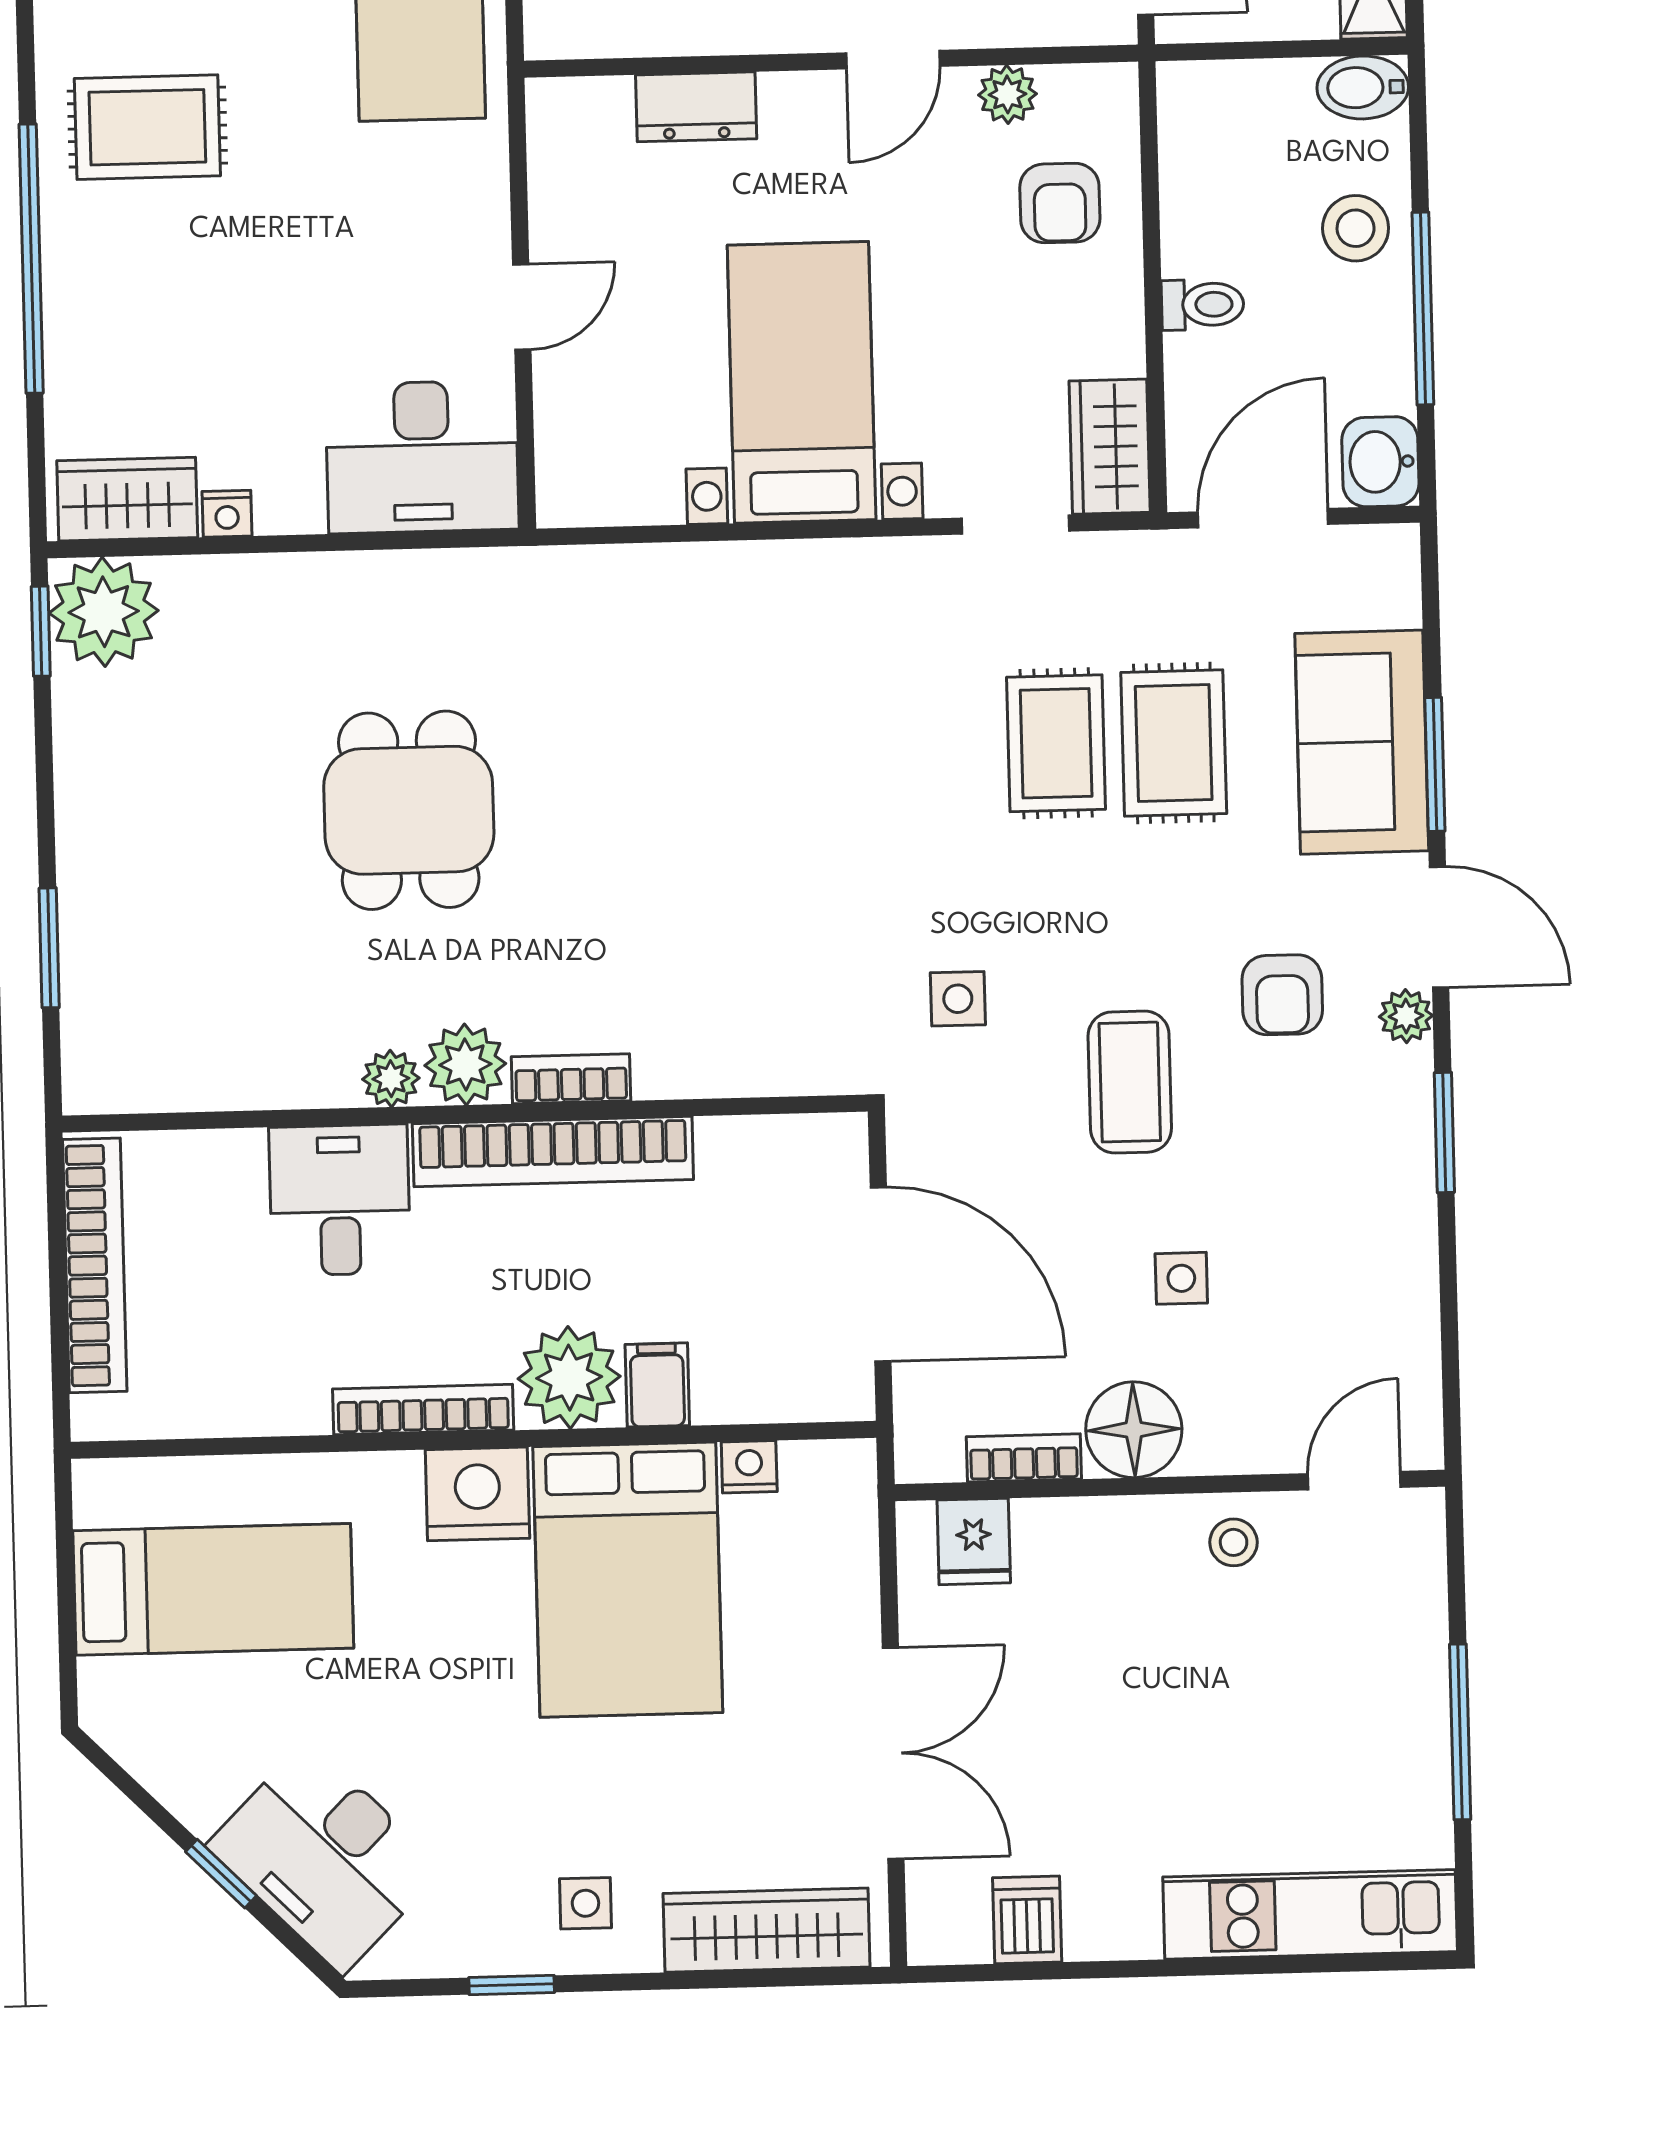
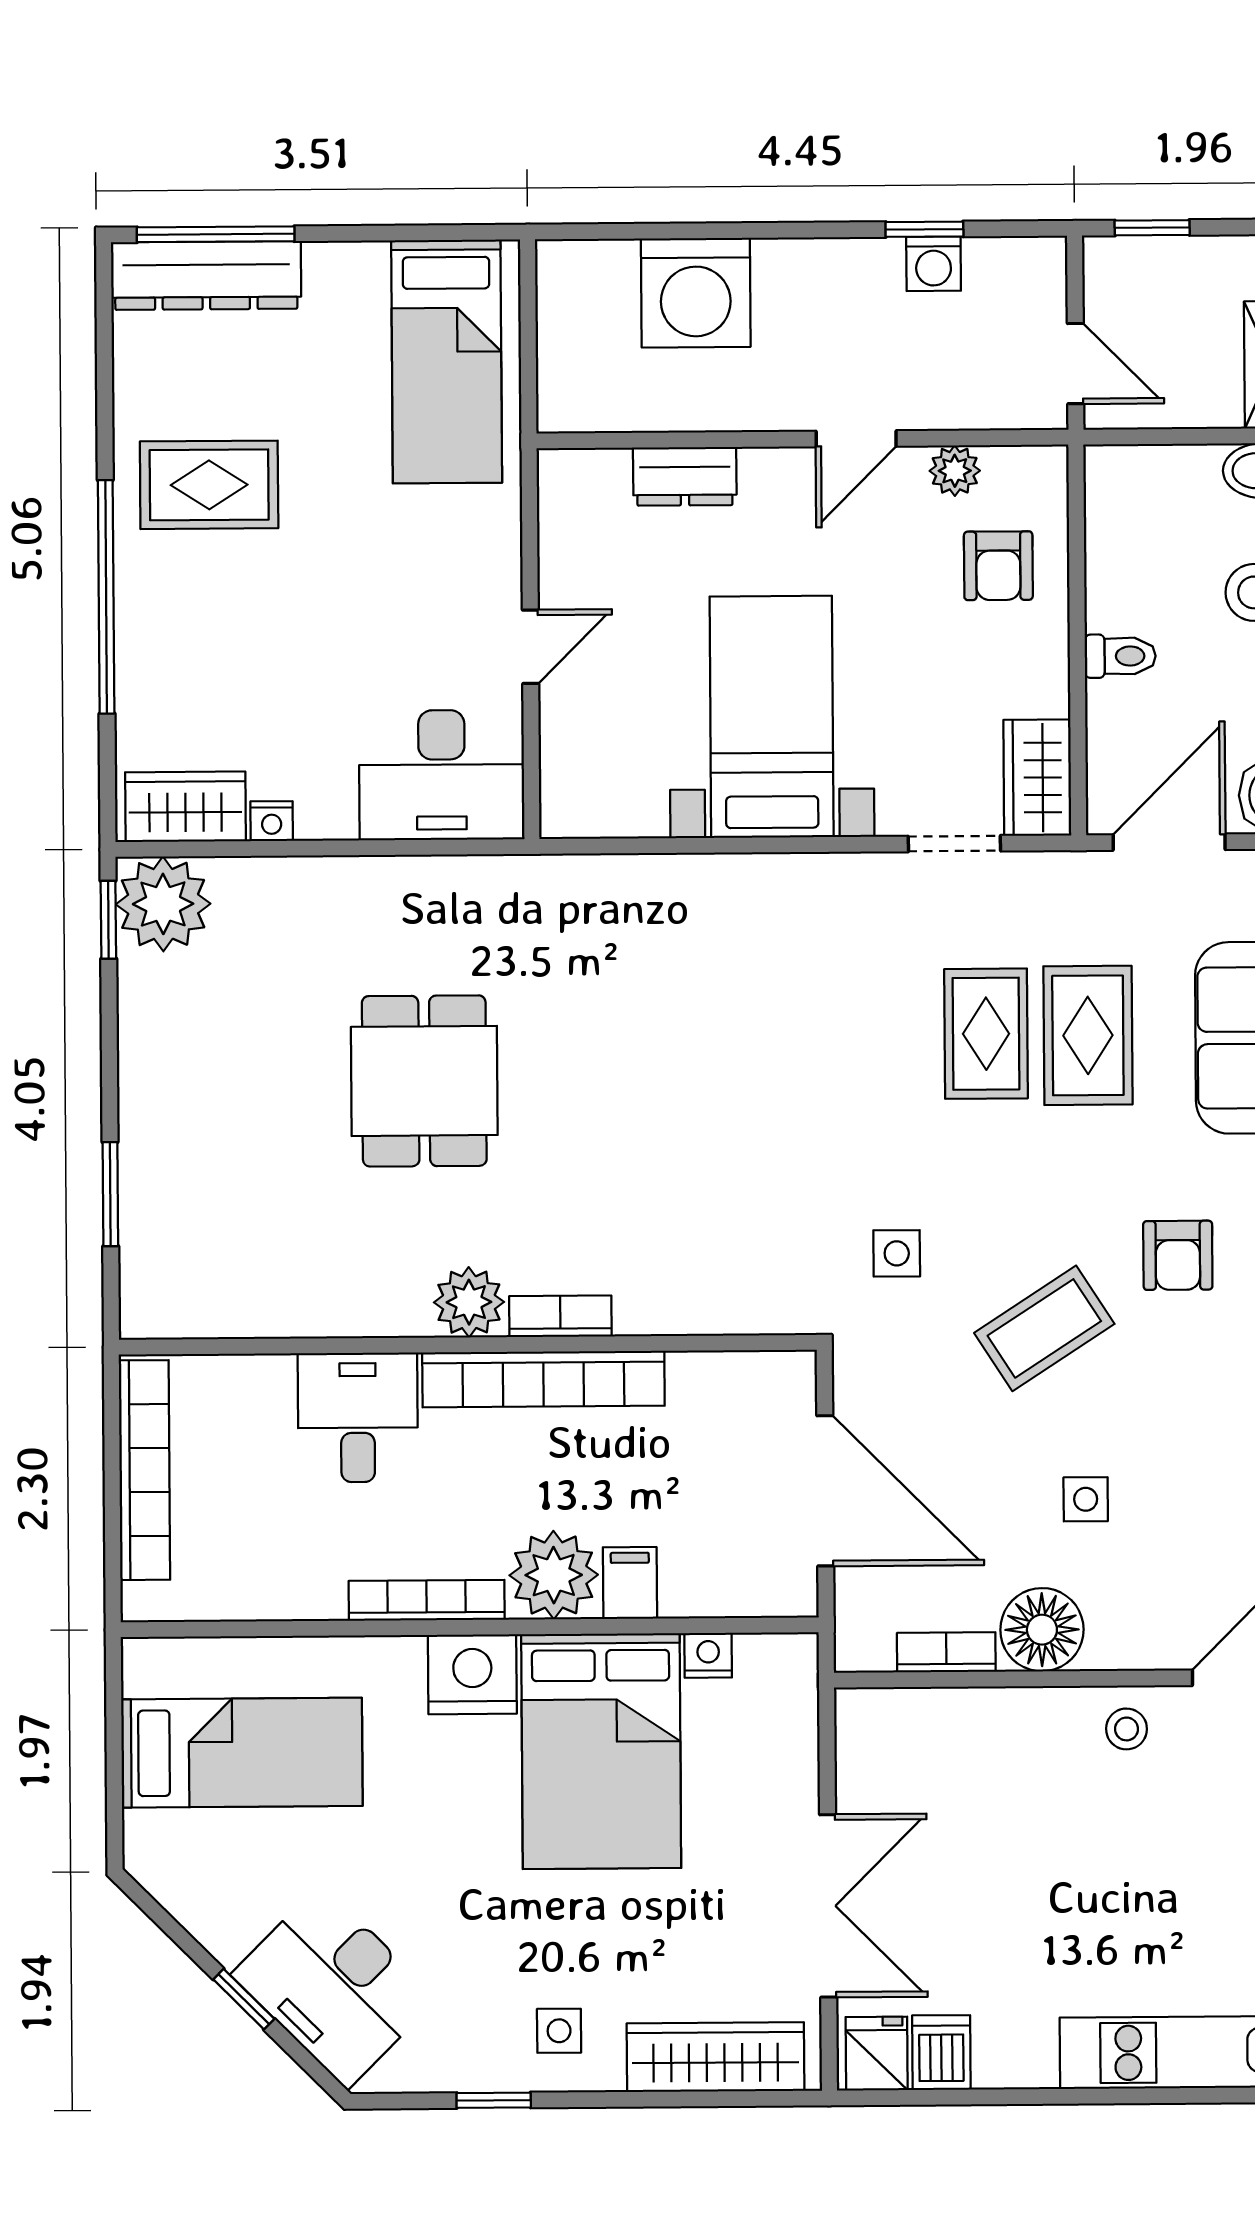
plant: (391, 1079) -> (404, 1313), removed
coffee table: (1130, 1082) -> (1044, 1328), turned 57
fridge: (974, 1541) -> (877, 2054), moved, turned 180

